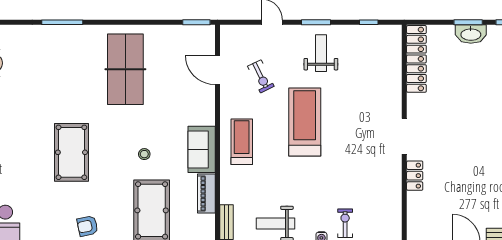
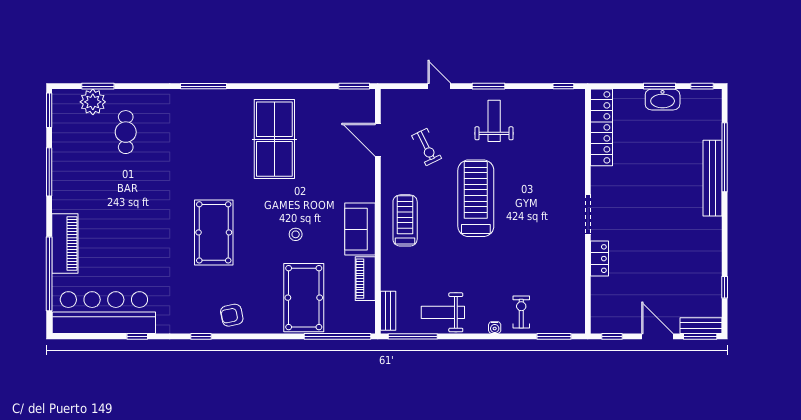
window: (369, 22) -> (563, 86), moved

